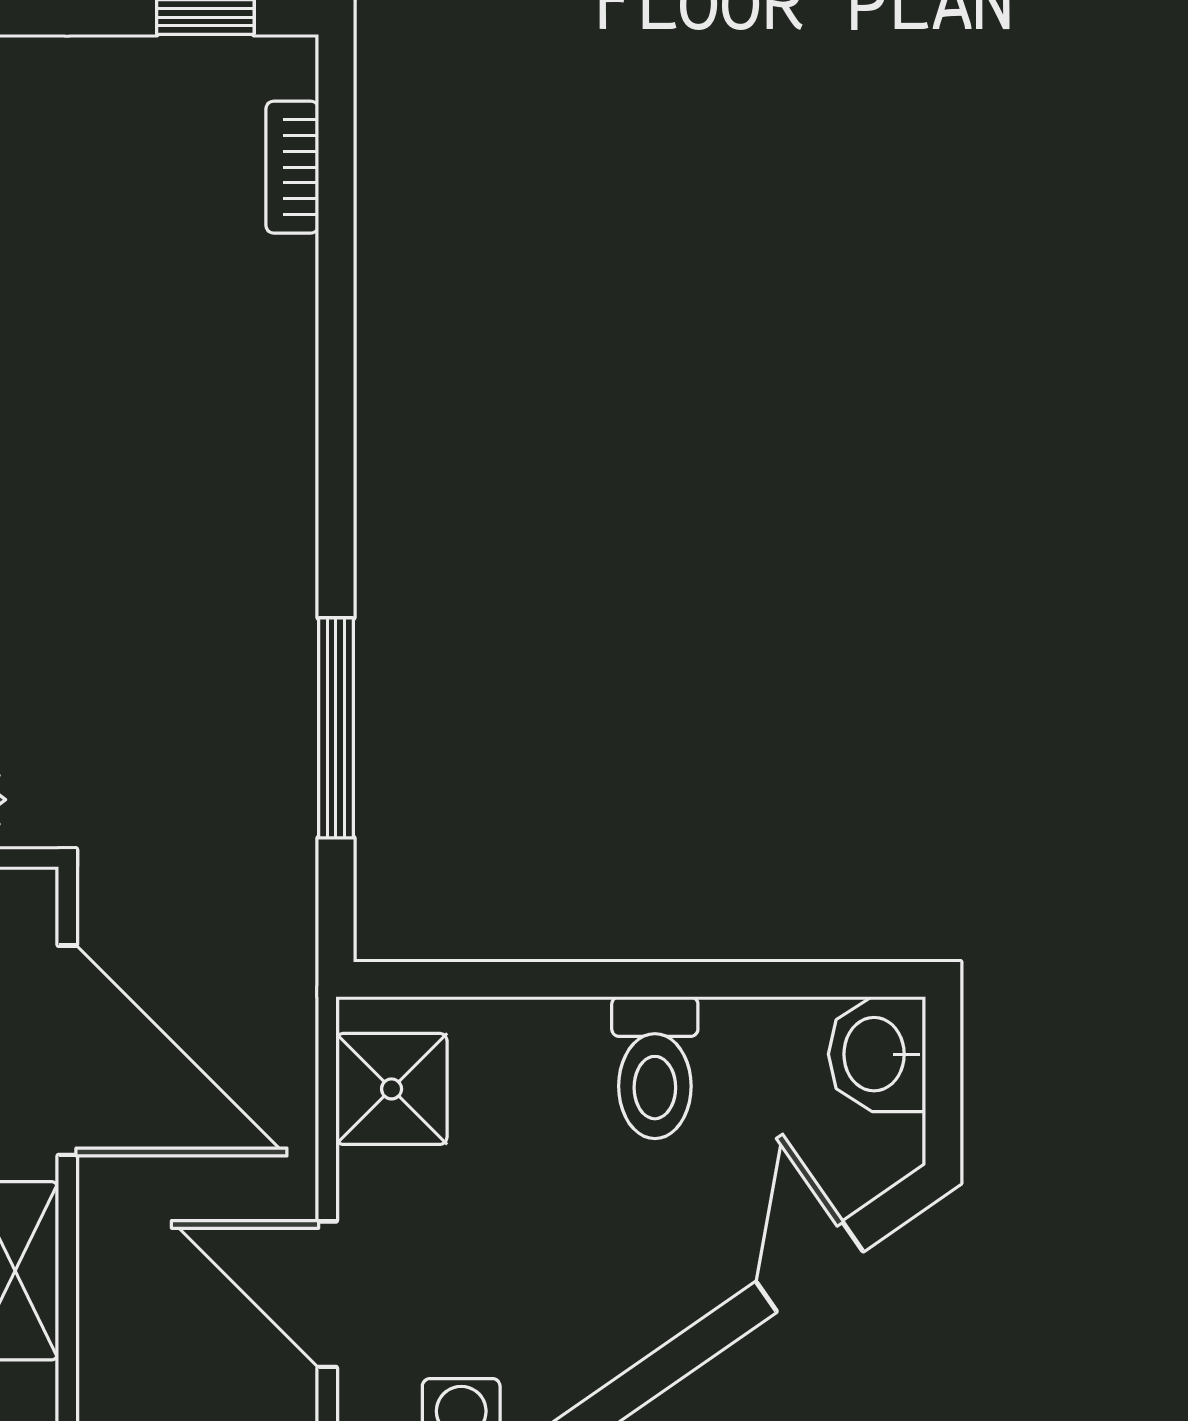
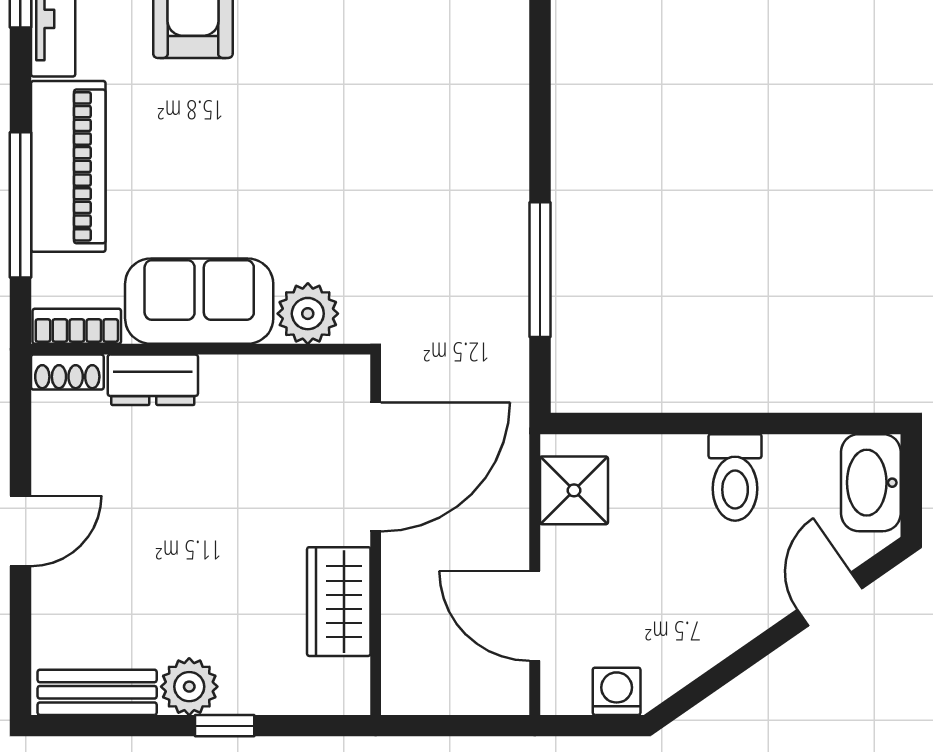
door: (67, 1050) -> (376, 467), hinge flipped
washbasin: (877, 1054) -> (871, 483), width x1.38

